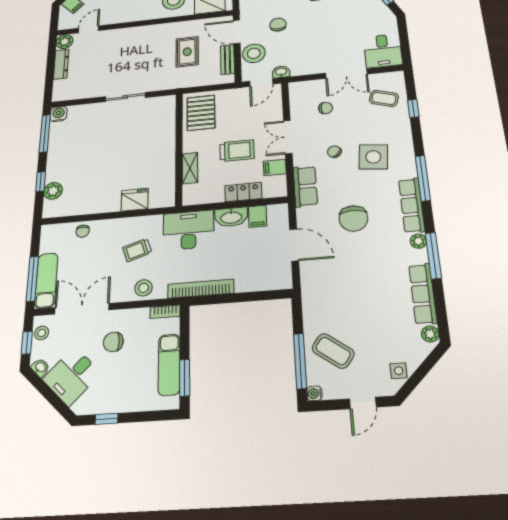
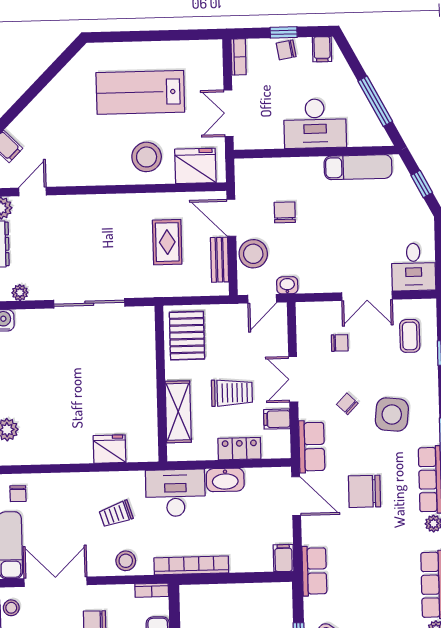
plant: (73, 94) -> (20, 293), added
sliding door: (125, 97) -> (89, 303), width x1.37
coffee table: (384, 98) -> (410, 336), turned 73
shelving: (190, 168) -> (178, 412), width x1.50, depth x1.33
filing cabinet: (258, 216) -> (283, 558), moved, turned 180
chair: (353, 219) -> (364, 491), turned 90
chair: (83, 231) -> (18, 494), moved
door: (294, 245) -> (296, 496), moved
row of seats: (312, 288) -> (314, 571), added

